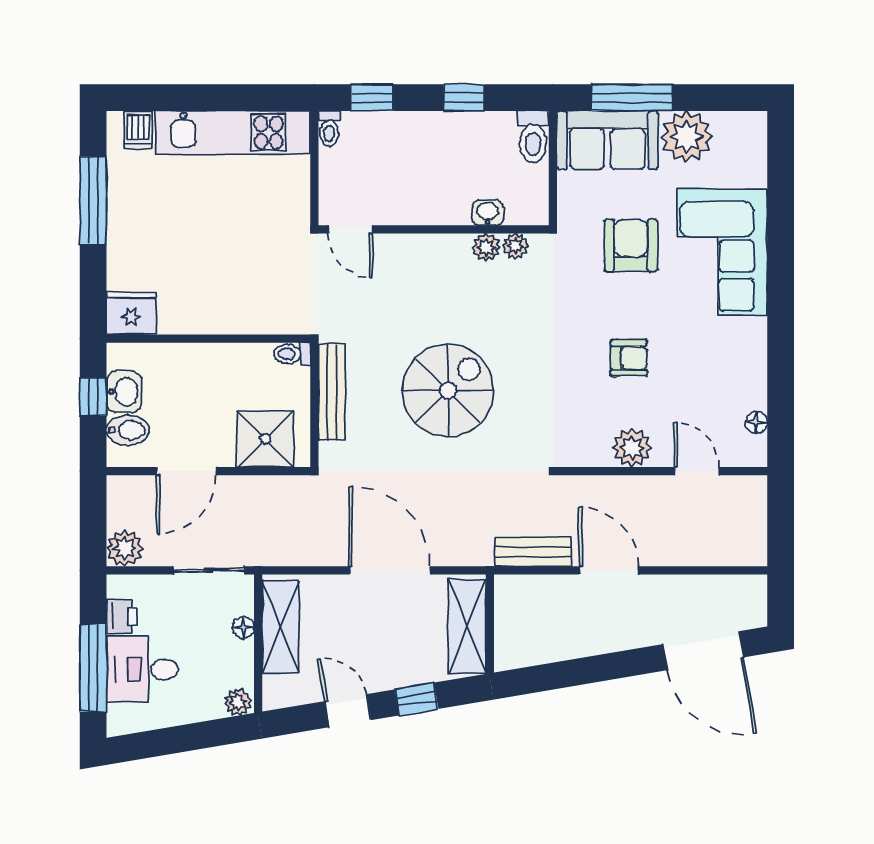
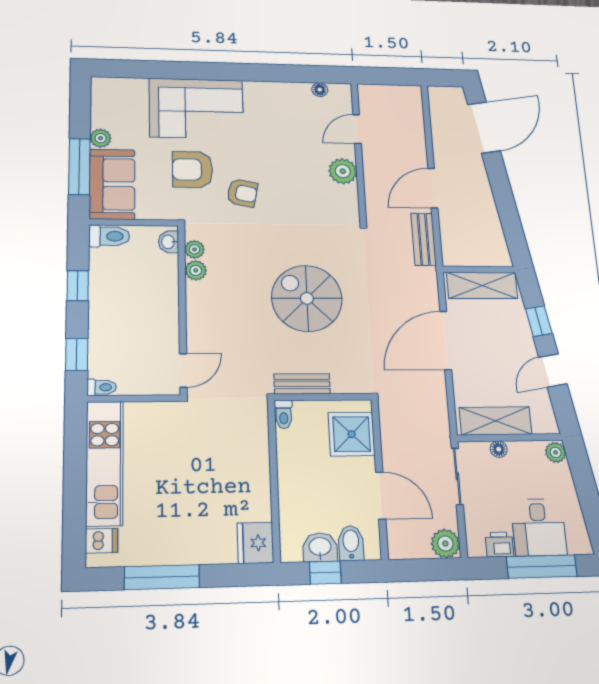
plant: (687, 137) -> (101, 138), width x0.53, depth x0.53
washbasin: (488, 213) -> (169, 242), moved
armchair: (629, 358) -> (242, 193), moved, turned 101
bench: (332, 392) -> (302, 384), width x0.73

